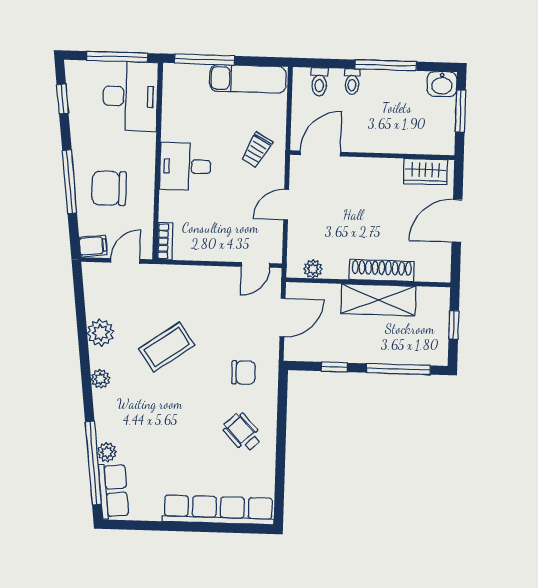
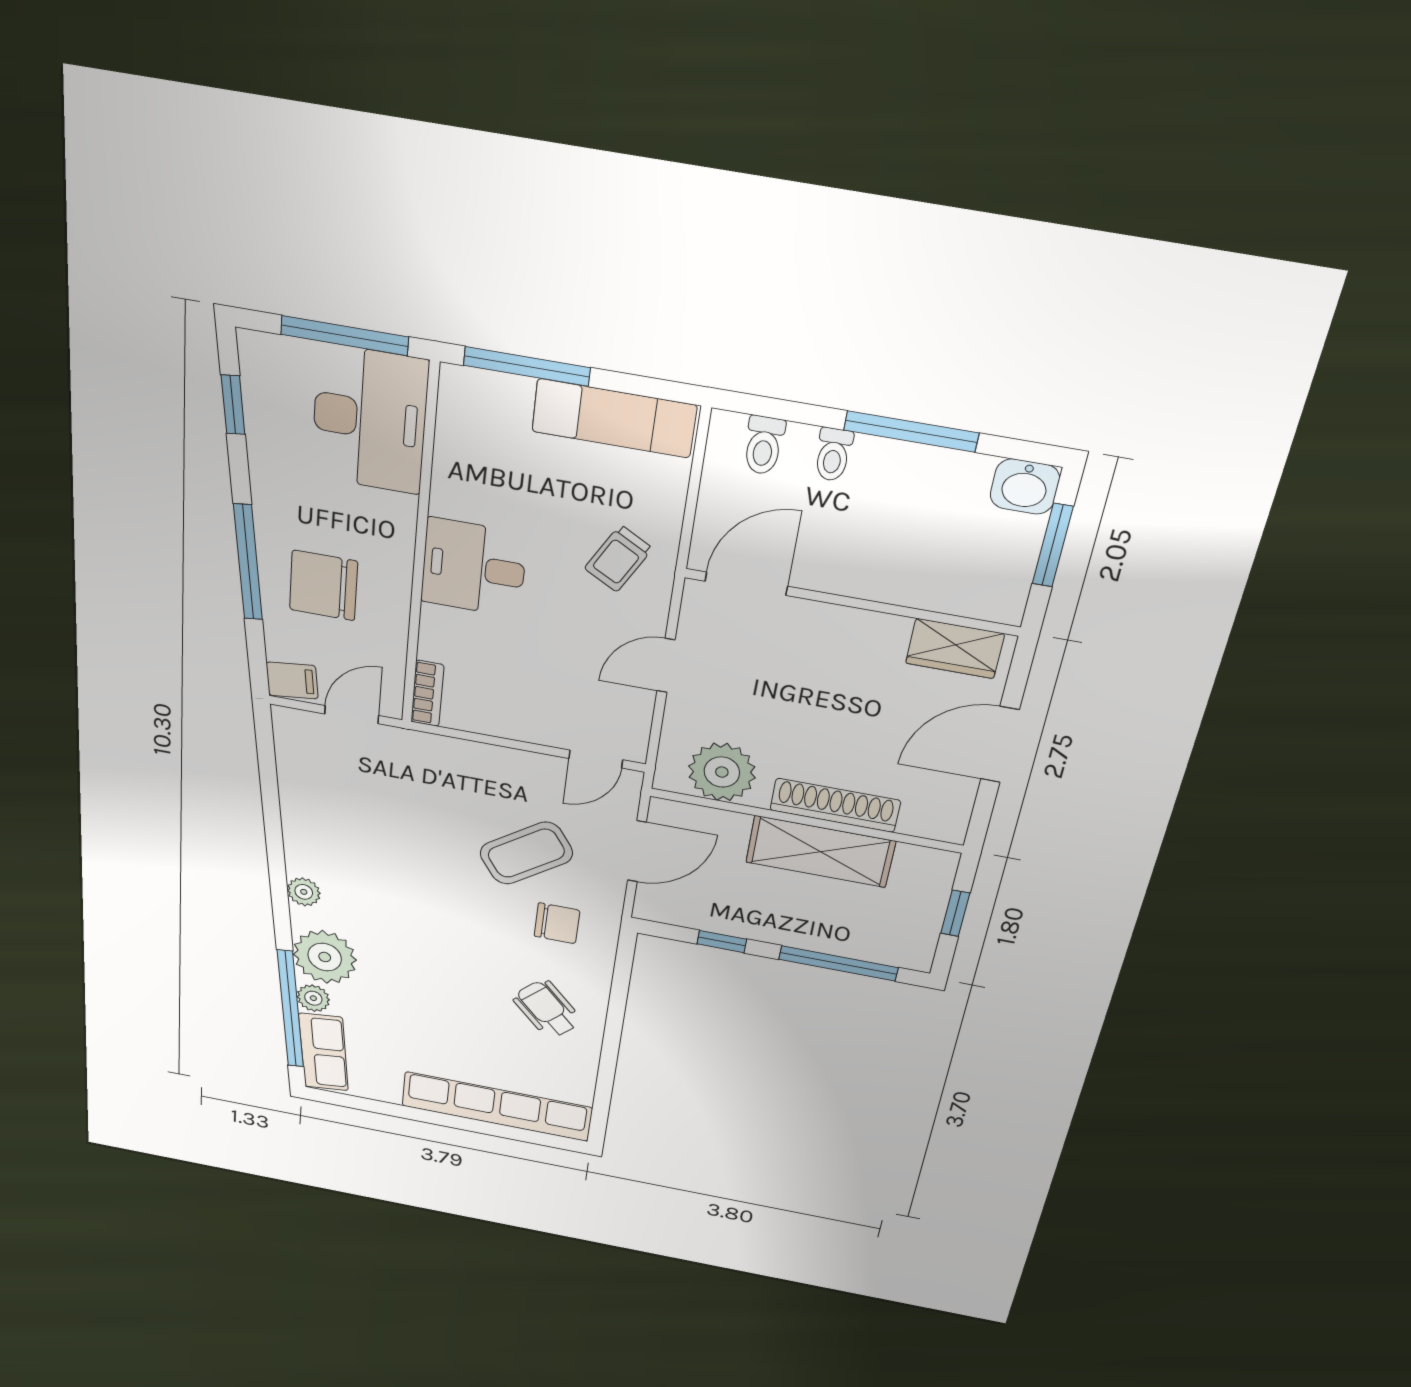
plant: (313, 269) -> (722, 772), width x1.88, depth x1.88
plant: (101, 333) -> (325, 957), moved, width x1.36, depth x1.36
coffee table: (167, 347) -> (526, 853), moved

